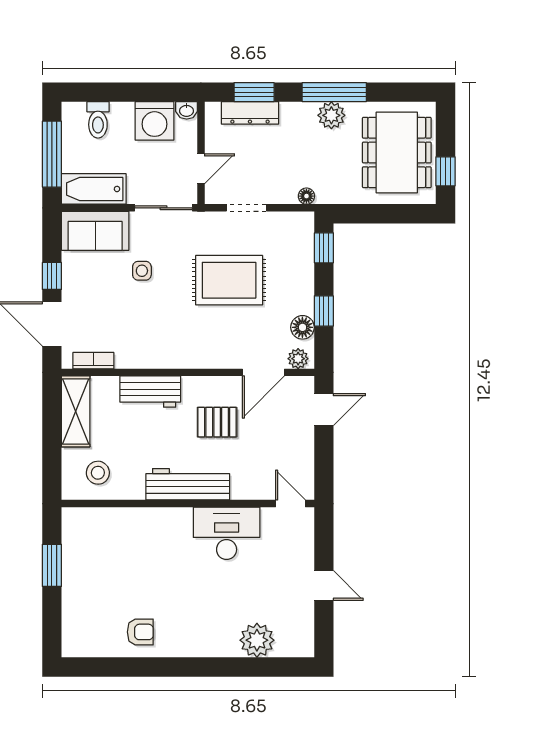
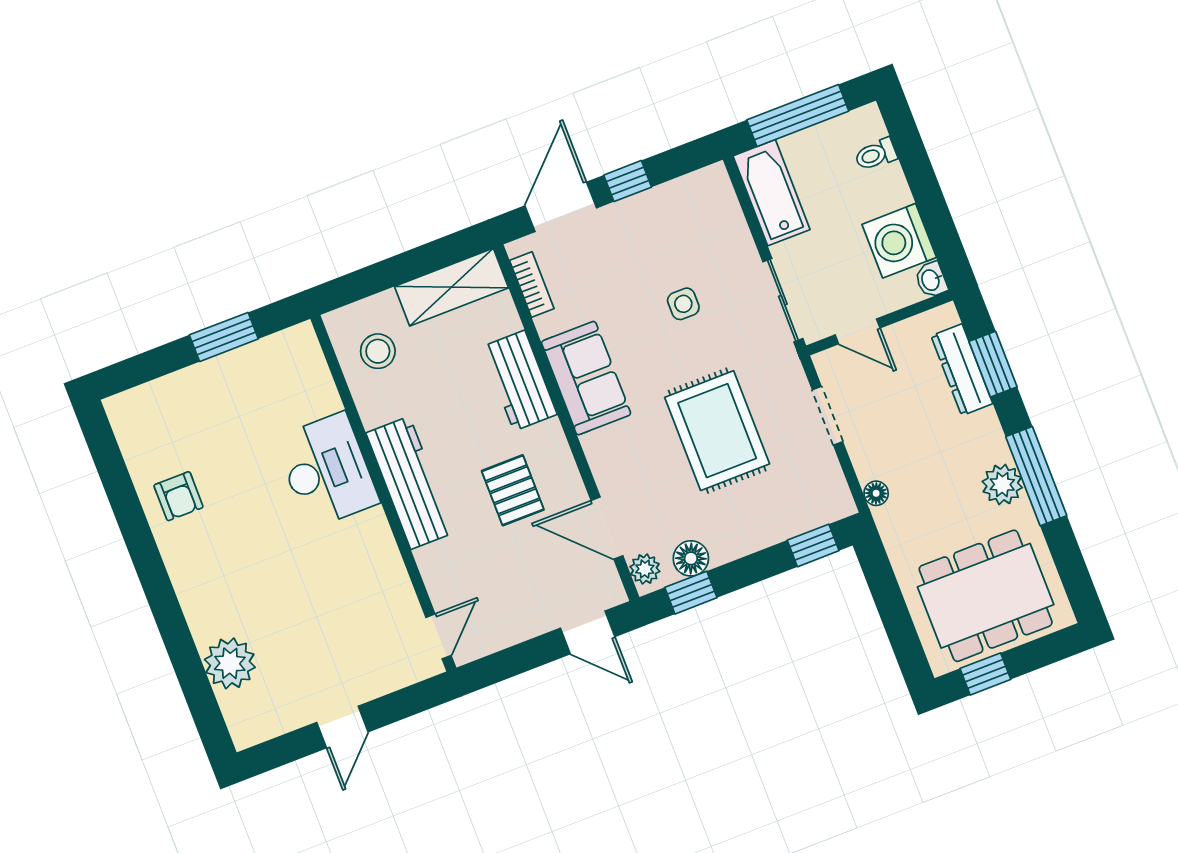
toilet: (98, 120) -> (876, 154), width x0.73, depth x0.72
sofa: (95, 231) -> (586, 378), moved, turned 180
window: (324, 311) -> (691, 593), moved
desk: (227, 533) -> (327, 470), moved

